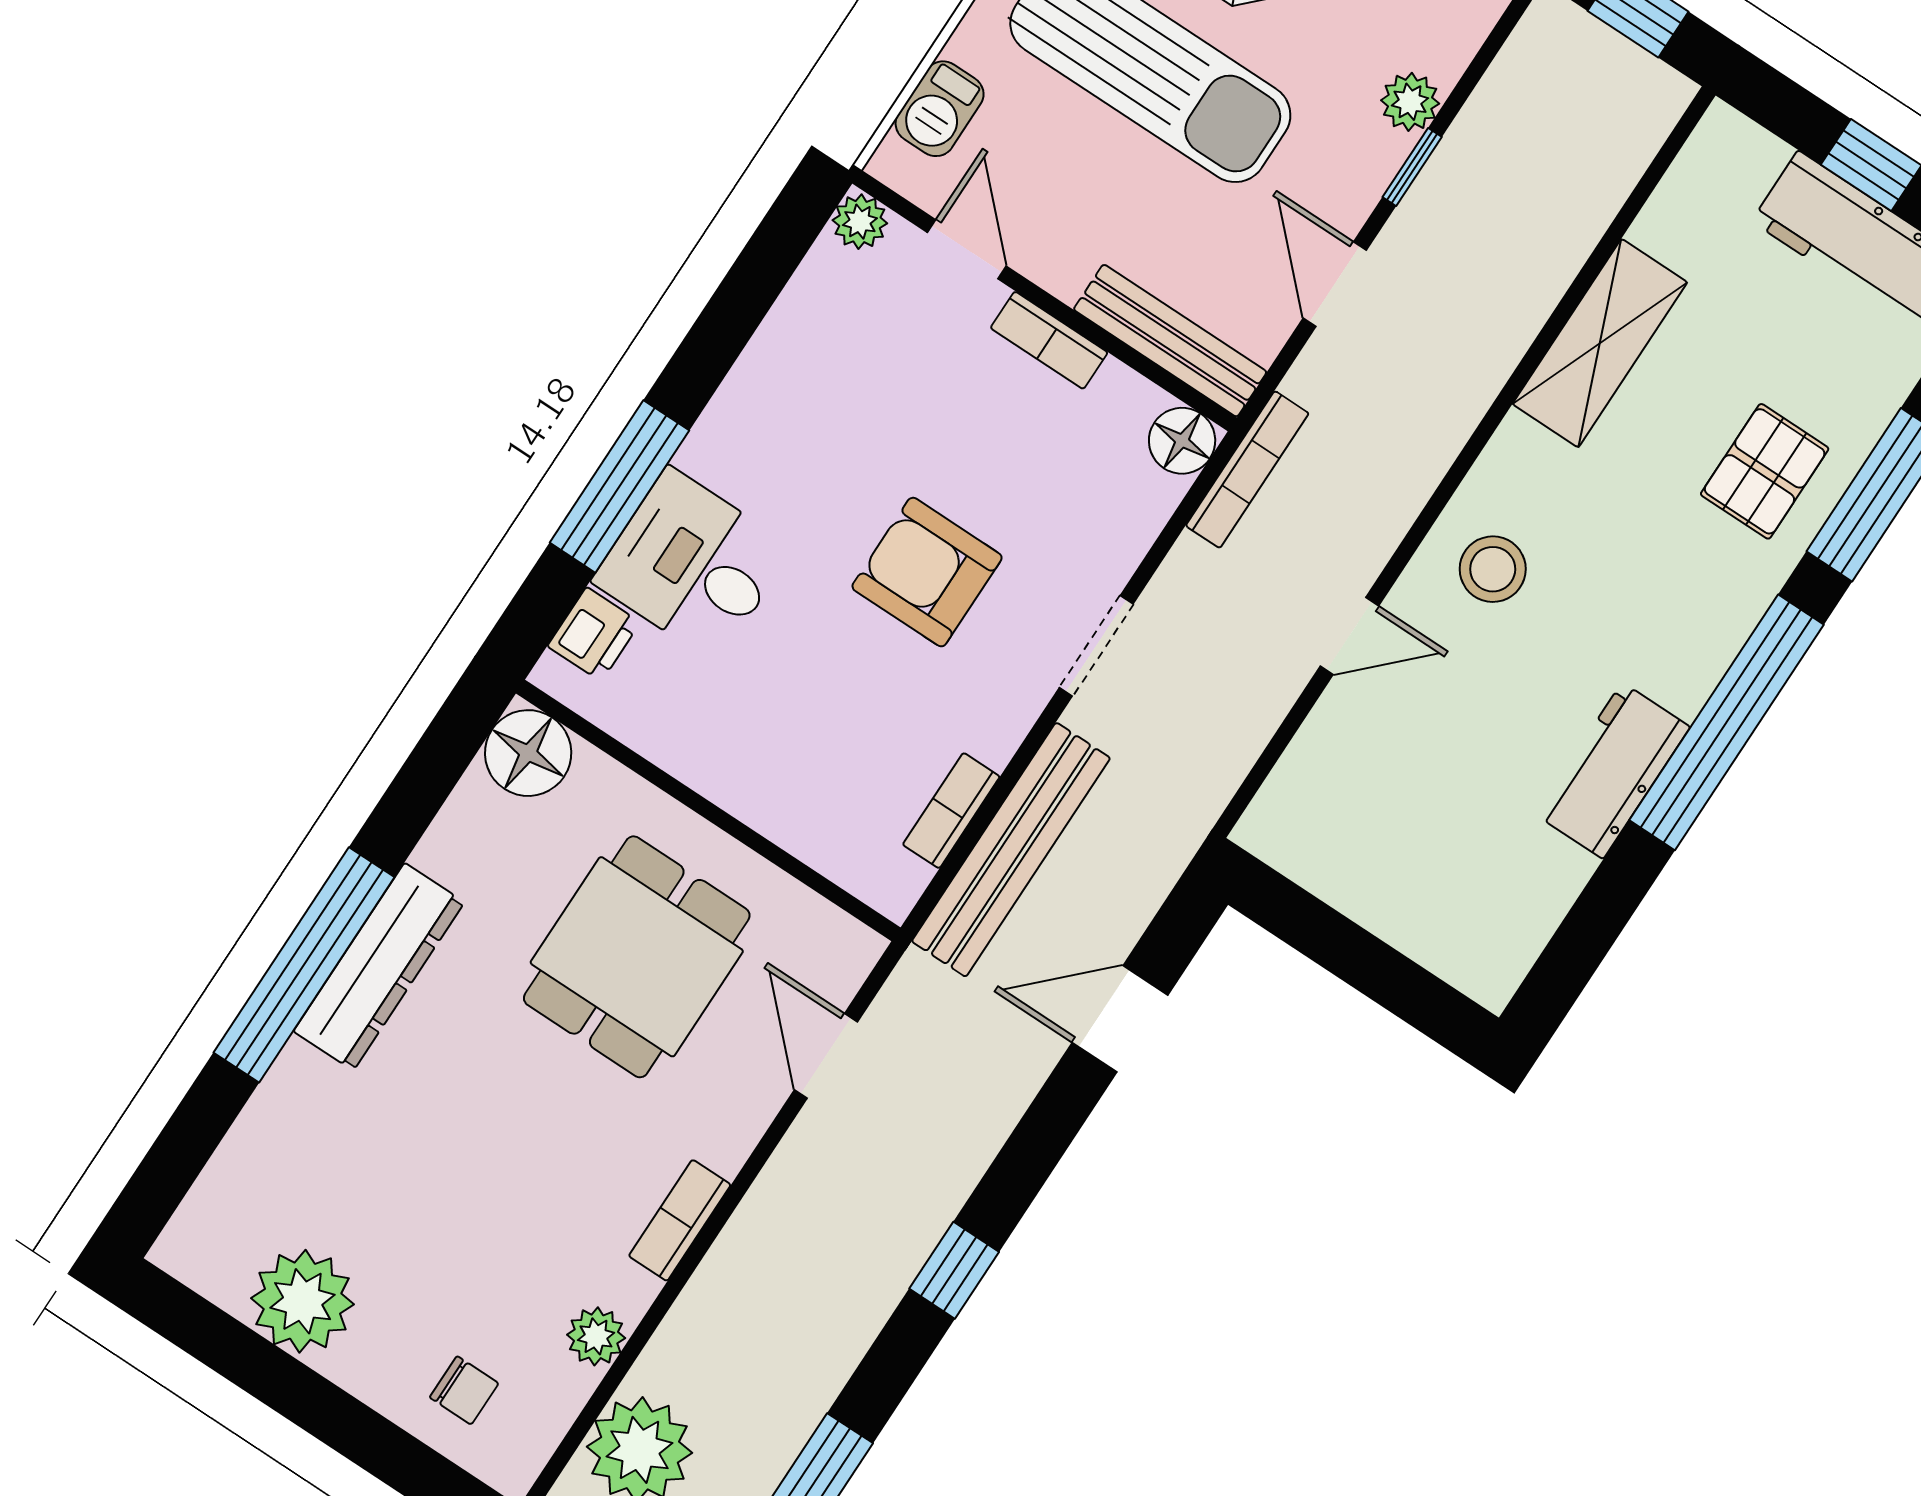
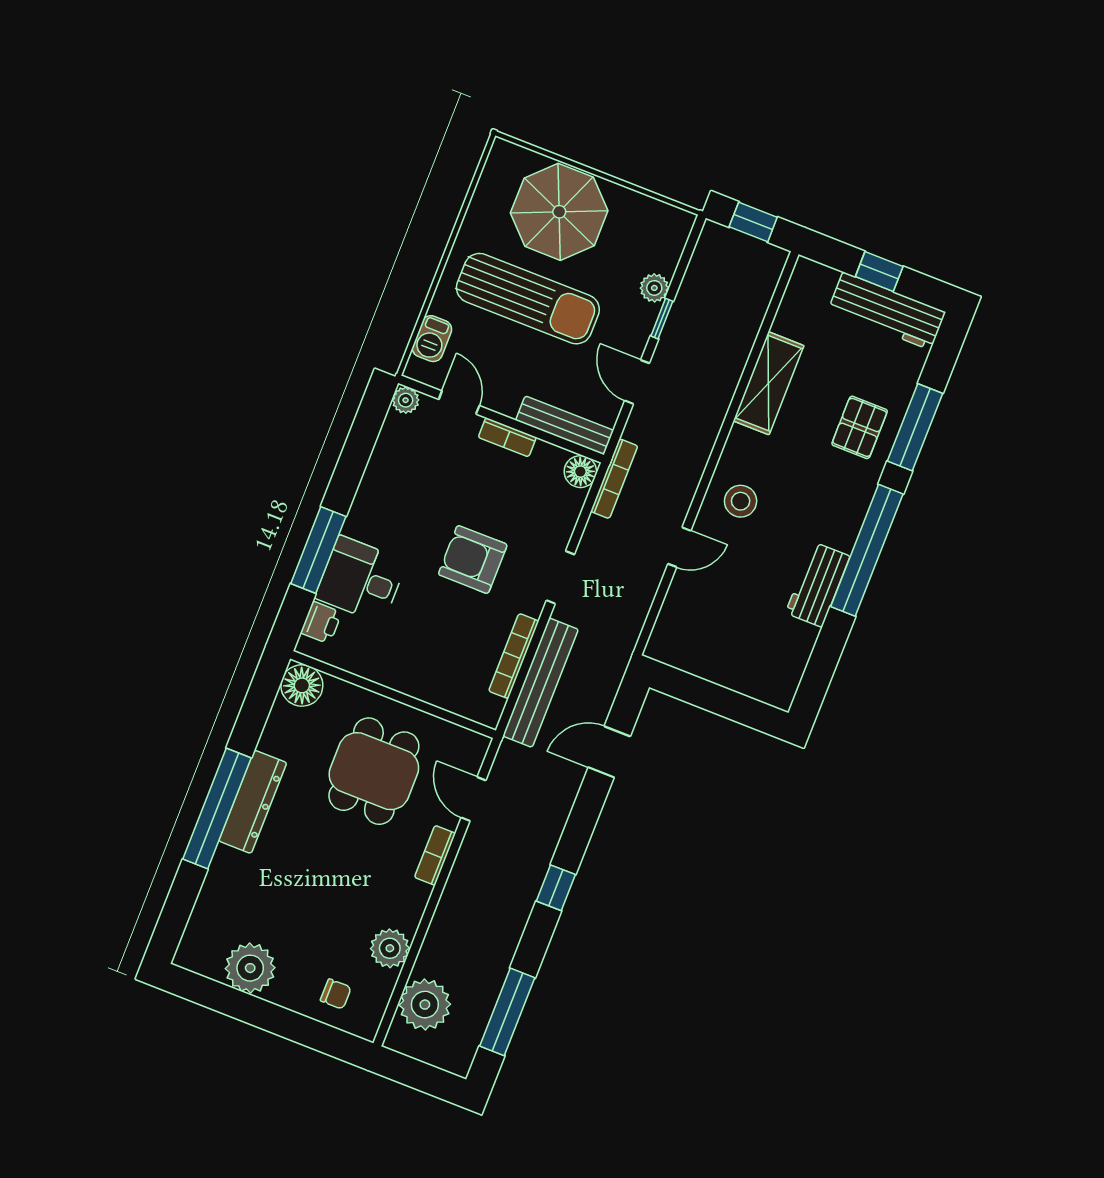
bookcase: (951, 811) -> (514, 656), width x1.56
bookcase: (680, 1220) -> (435, 855), moved
plant: (596, 1336) -> (390, 948), width x1.38, depth x1.38

